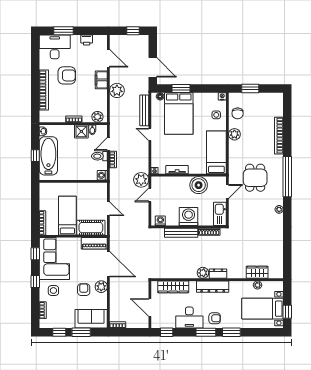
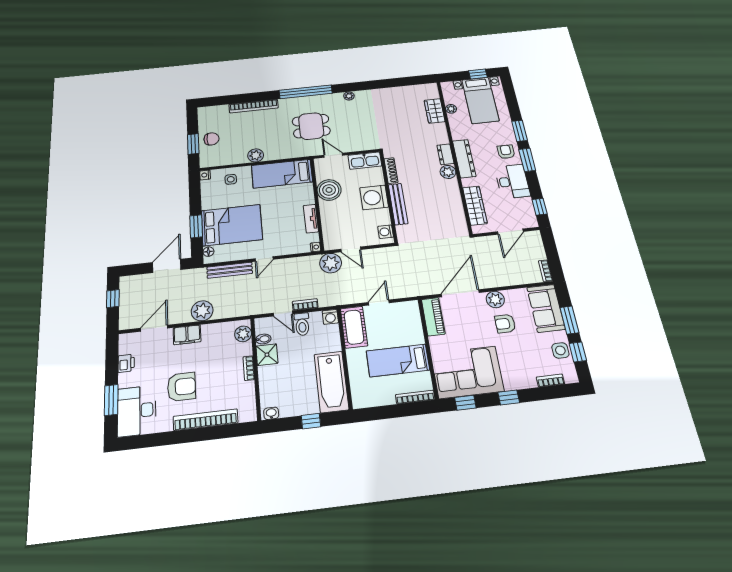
armchair: (67, 75) -> (182, 387), turned 90
chair: (238, 113) -> (211, 139), moved
bathtub: (48, 156) -> (331, 382), moved, turned -90
cot: (91, 228) -> (354, 327), moved
side table: (53, 290) -> (560, 350), moved

